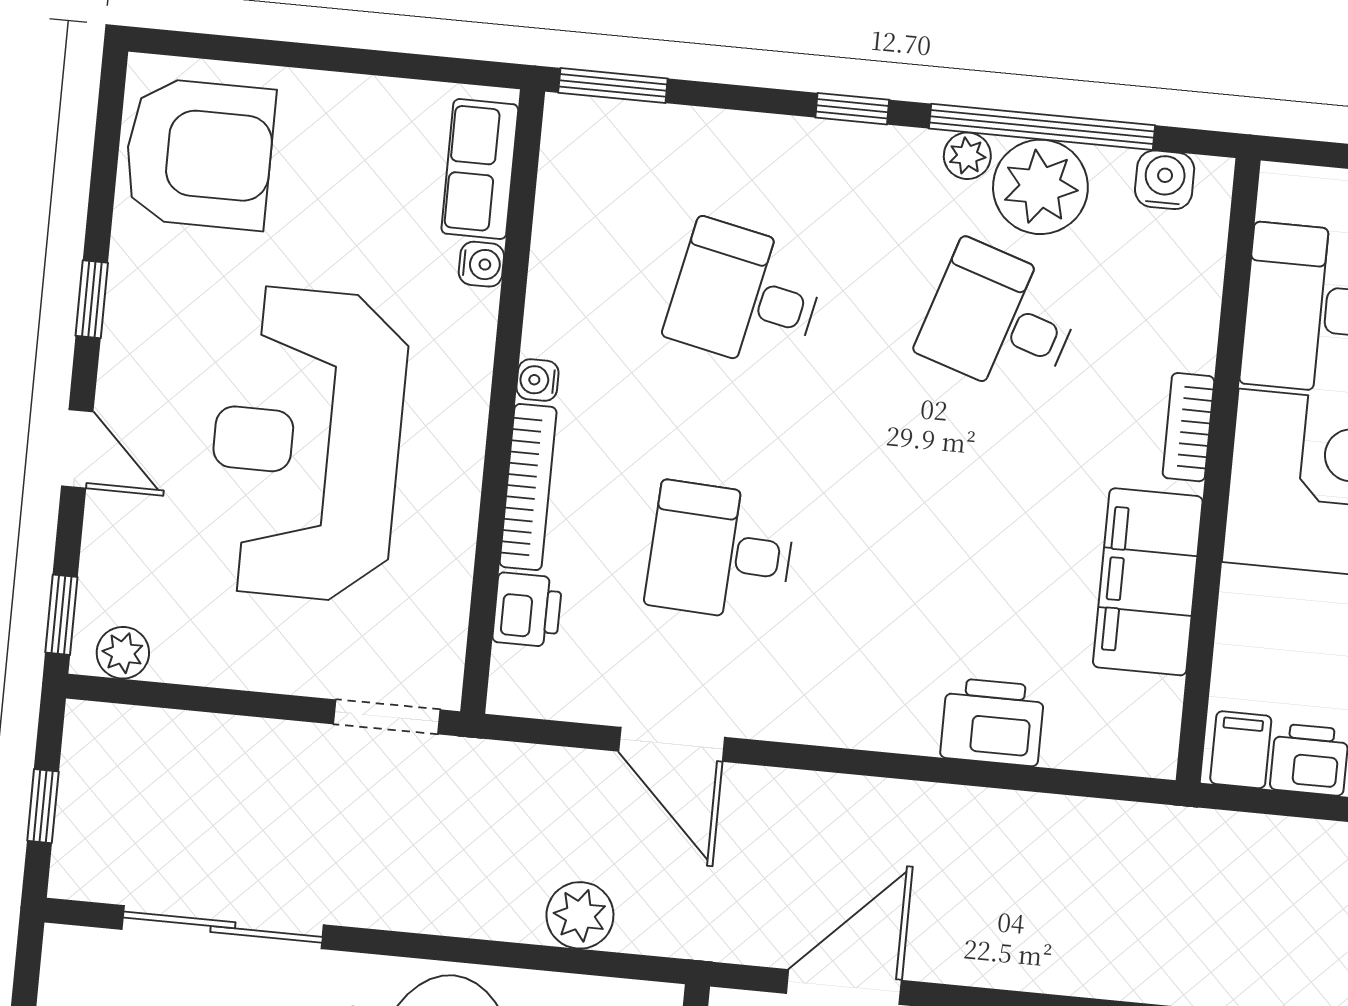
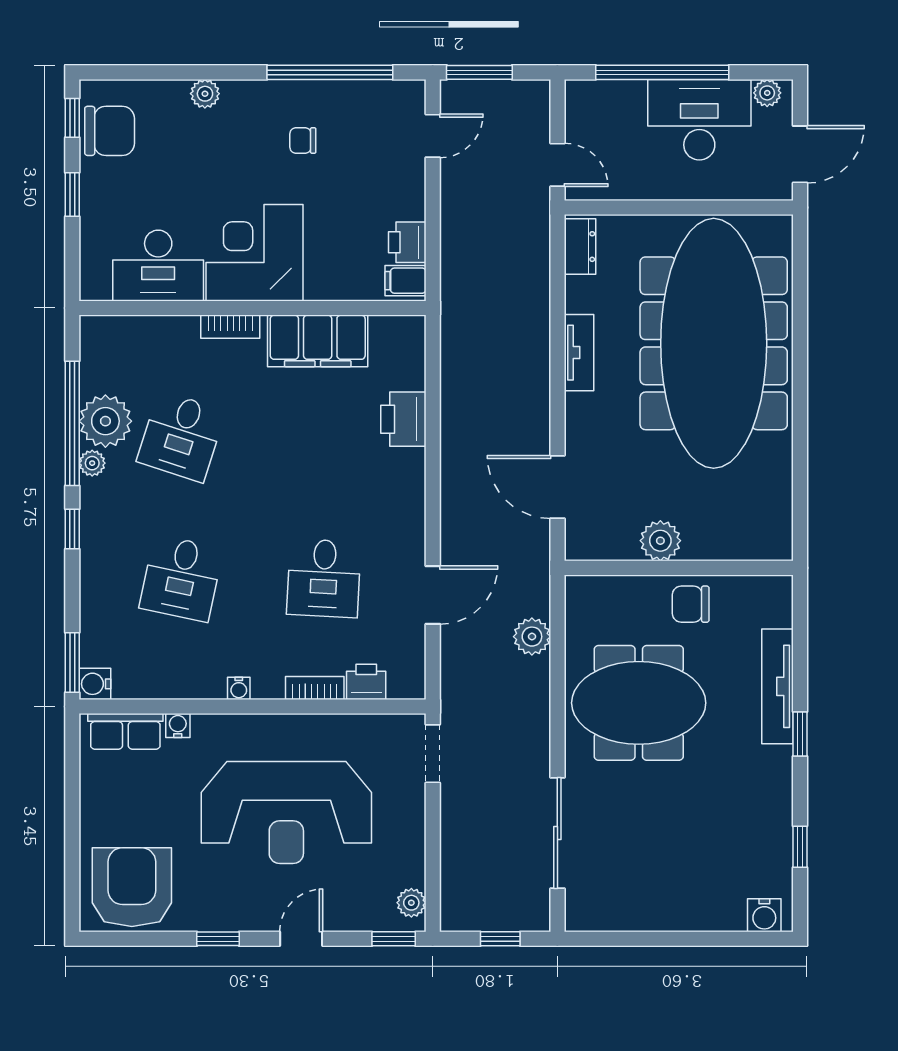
water cooler: (1165, 180) -> (95, 684), moved
bookcase: (528, 487) -> (315, 688), width x0.64

